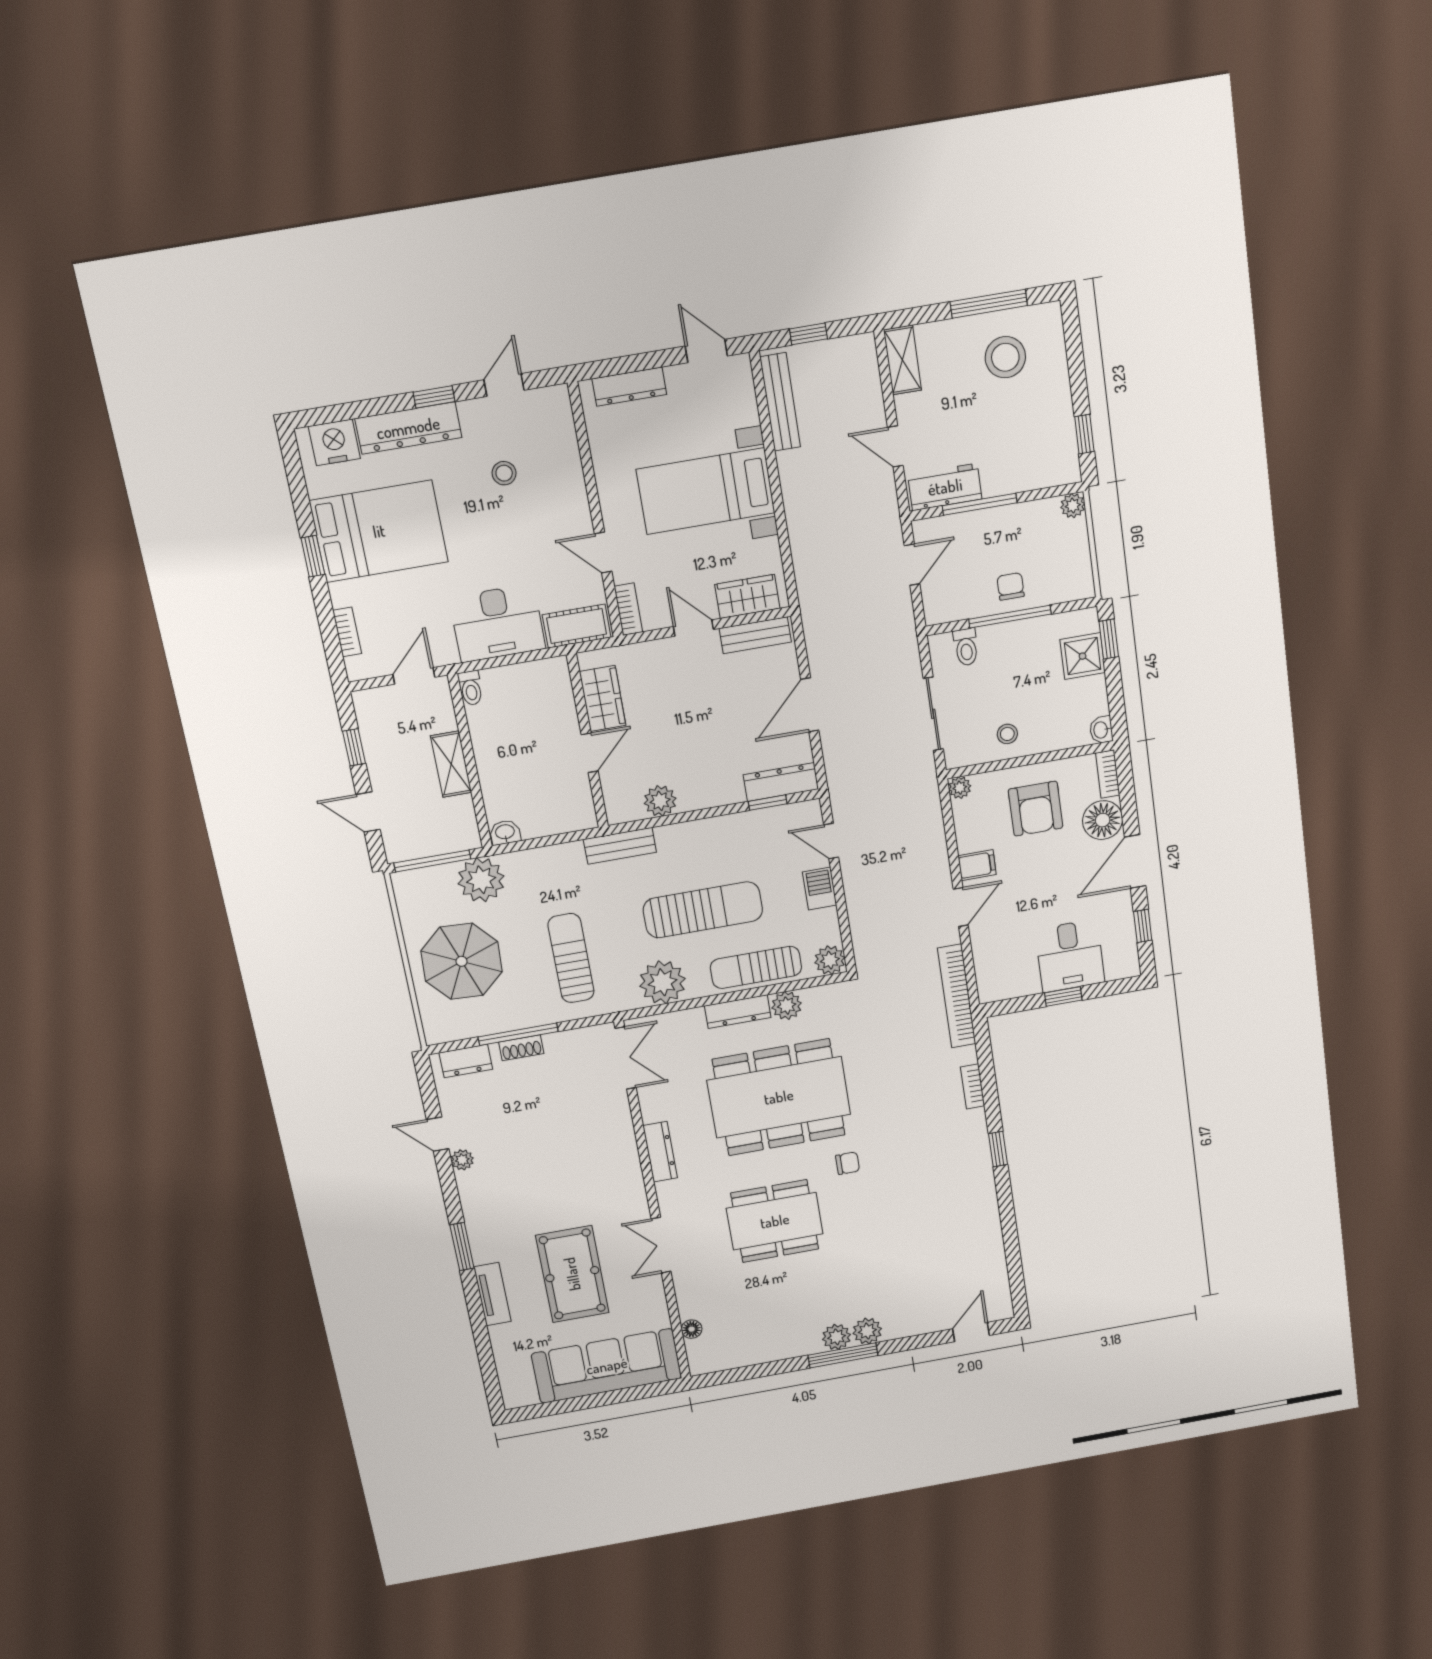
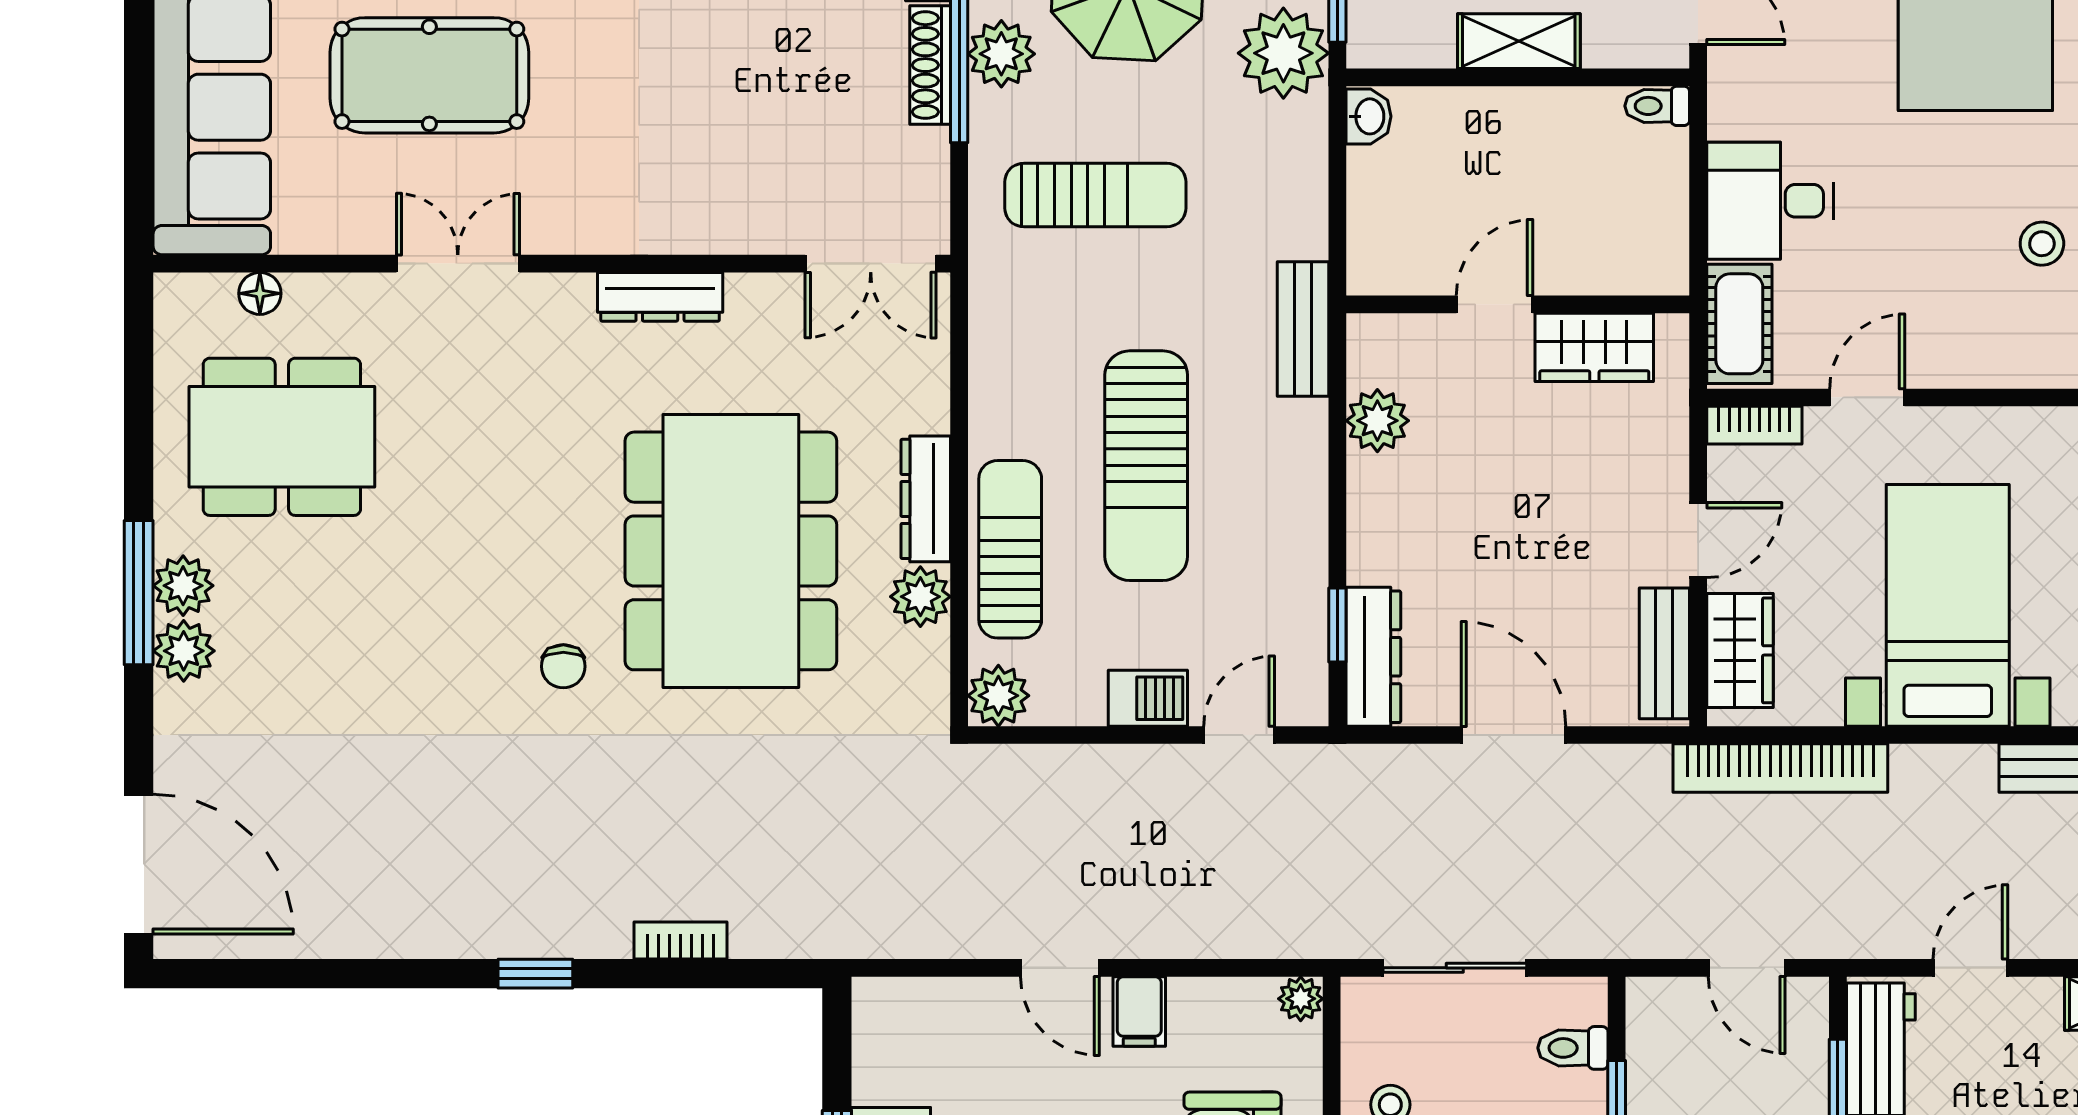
desk: (497, 623) -> (1770, 201), width x0.73
door: (590, 753) -> (1494, 304), swing flipped
plant: (662, 982) -> (1001, 54), moved, width x0.73, depth x0.73
bookcase: (957, 996) -> (1780, 768), moved, turned 180
shoe rack: (521, 1048) -> (930, 65), width x1.43
dining table: (775, 1221) -> (282, 437), moved, turned 90
door: (971, 1332) -> (139, 864), width x1.88

